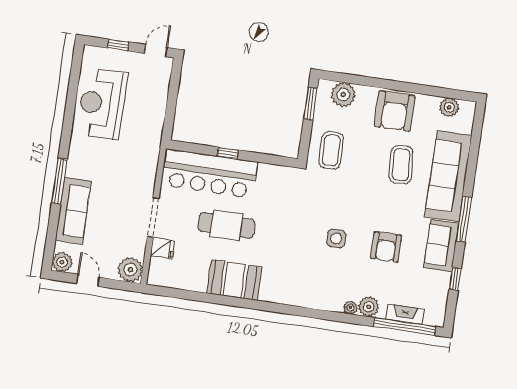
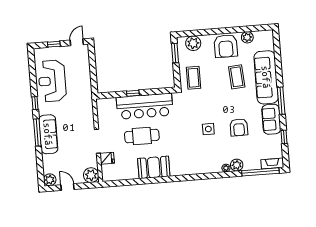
plant: (449, 107) -> (247, 37), moved
window: (66, 133) -> (35, 103), added
bar counter: (210, 174) -> (145, 106), moved
sofa: (73, 211) -> (48, 134), moved
fireplace: (405, 314) -> (272, 164), moved

